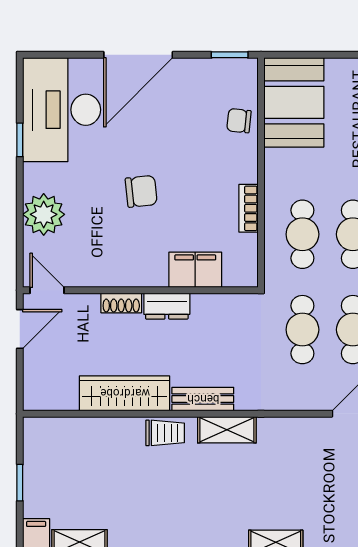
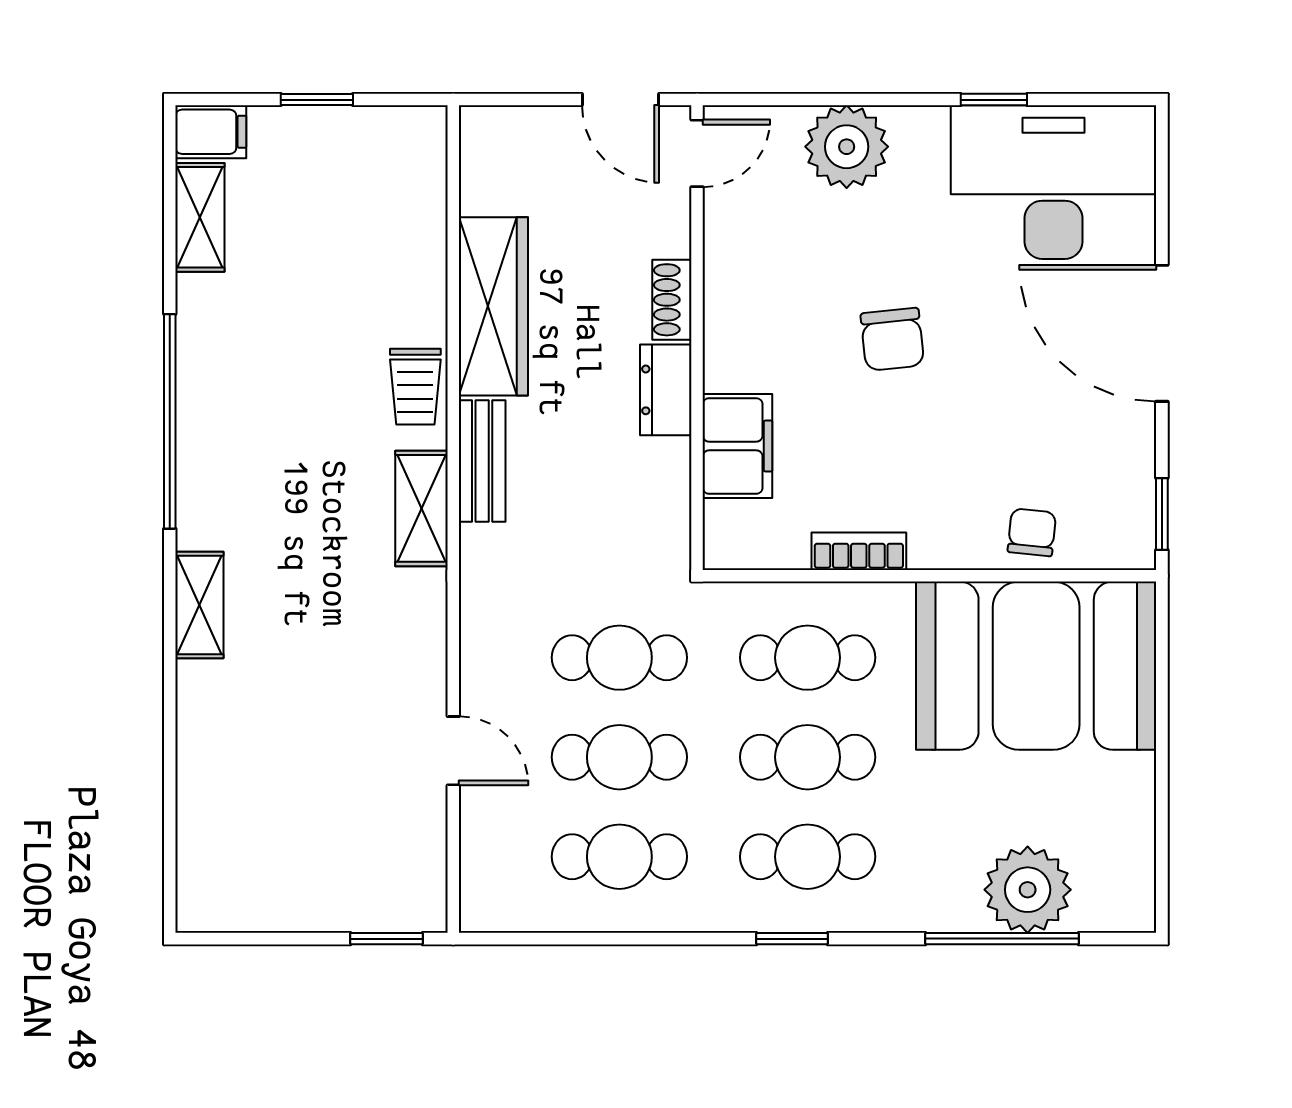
booth: (294, 102) -> (1036, 666), width x1.36, depth x1.42

